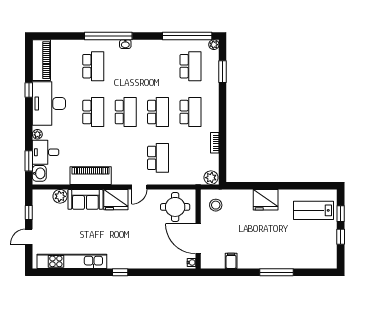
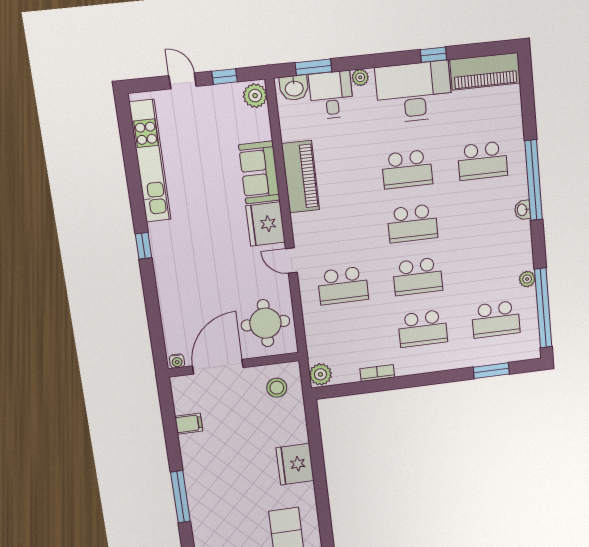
plant: (214, 45) -> (527, 279), moved
plant: (60, 196) -> (255, 96), moved

